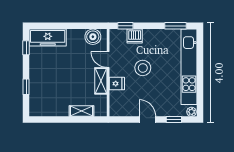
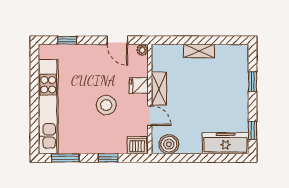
window: (125, 26) -> (108, 158), moved
dishwasher: (135, 36) -> (137, 145), moved
shelving: (81, 111) -> (199, 51), moved
plant: (191, 112) -> (142, 50), moved
door: (147, 120) -> (117, 40), moved

